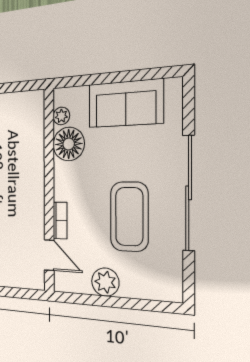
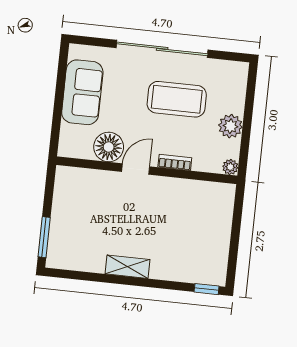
plant: (61, 116) -> (230, 167), moved
door: (49, 255) -> (136, 169), moved

